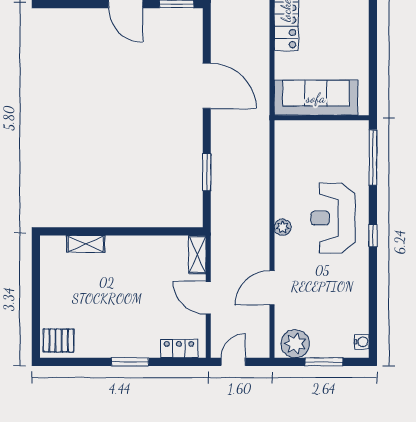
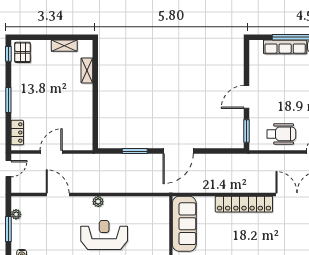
door: (207, 86) -> (178, 151), moved
shelving: (197, 255) -> (64, 46), moved
plant: (295, 344) -> (16, 214), width x0.53, depth x0.53
window: (61, 362) -> (8, 54), added
door: (233, 362) -> (8, 169), hinge flipped

